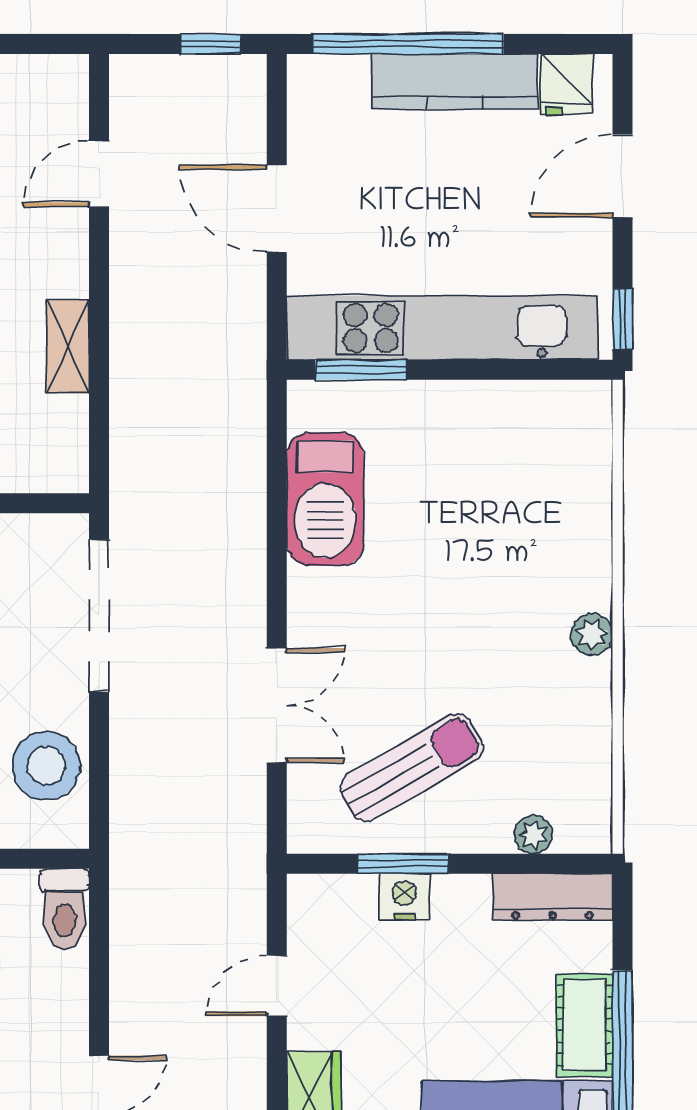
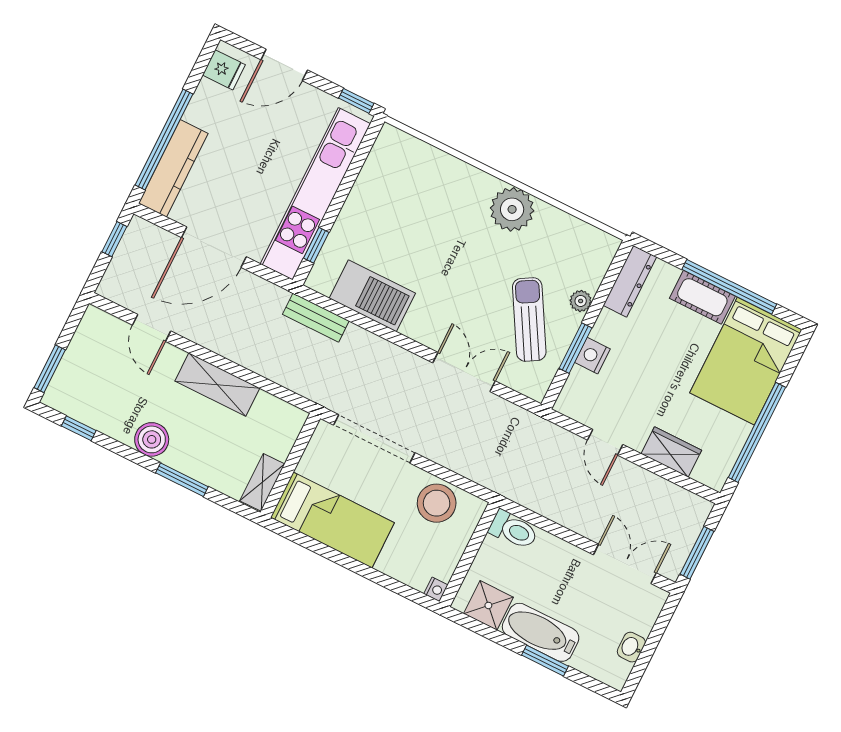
kitchen counter: (454, 82) -> (173, 168), moved
door: (623, 176) -> (284, 65), hinge flipped
door: (277, 209) -> (214, 247), width x1.36
shelving: (68, 346) -> (217, 385), width x1.50, depth x1.33
window: (361, 370) -> (316, 245), width x0.67
bench: (246, 427) -> (316, 318), added
plant: (592, 635) -> (512, 209), width x1.88, depth x1.88
plant: (533, 835) -> (581, 301), moved

